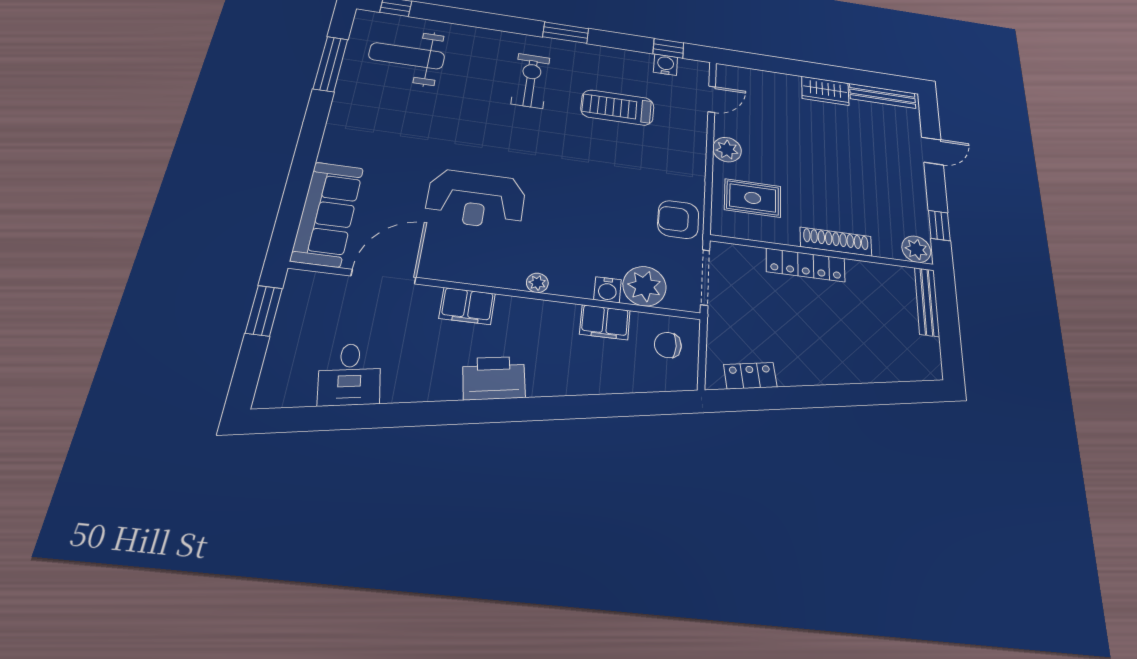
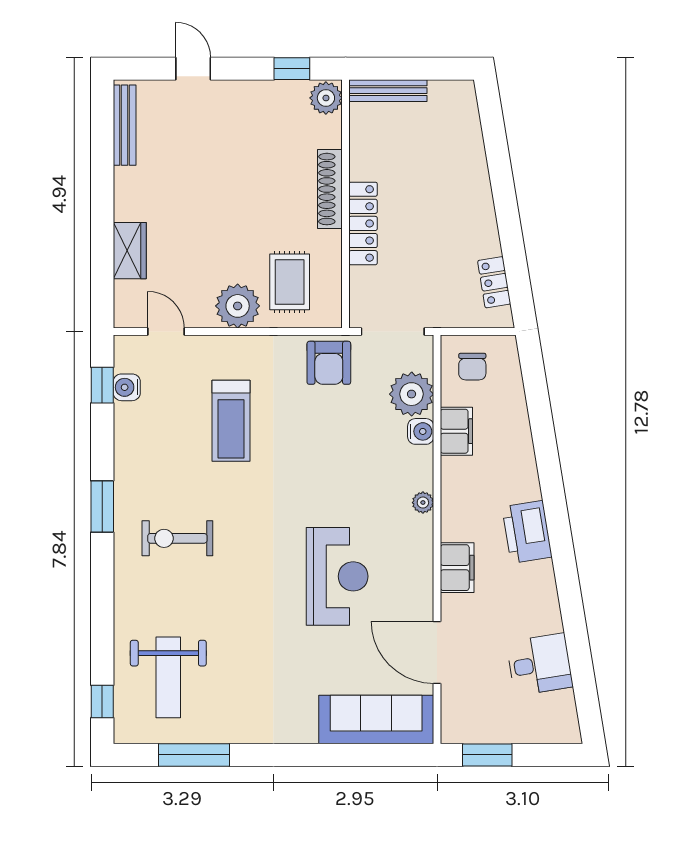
wardrobe: (825, 91) -> (130, 251), moved
treadmill: (617, 108) -> (231, 421), moved
plant: (727, 150) -> (238, 306), width x1.36, depth x1.36

